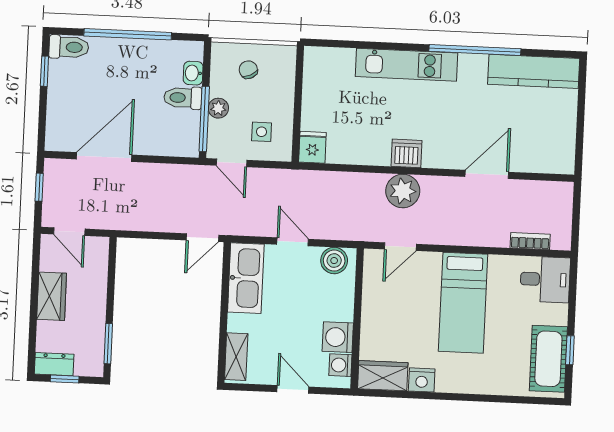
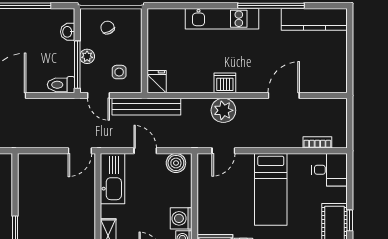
toilet: (183, 98) -> (61, 85), moved
bench: (297, 181) -> (146, 107), added

